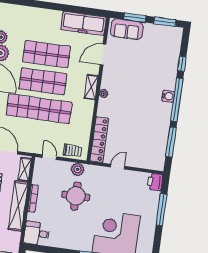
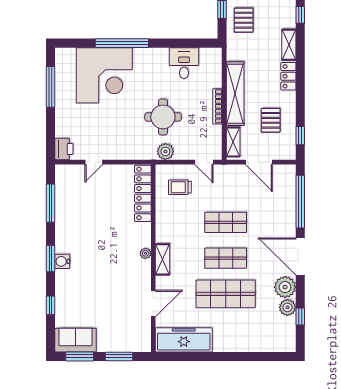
sofa: (127, 29) -> (75, 340), moved
shop shelf: (43, 81) -> (226, 258), width x0.70, depth x0.74
window: (177, 100) -> (50, 258), width x0.47
shop shelf: (39, 109) -> (226, 222), width x0.50, depth x0.74
trolley: (73, 151) -> (180, 187), moved
door: (118, 167) -> (94, 162), moved
window: (162, 210) -> (50, 87), moved
desk: (37, 233) -> (184, 63), moved, turned -90

